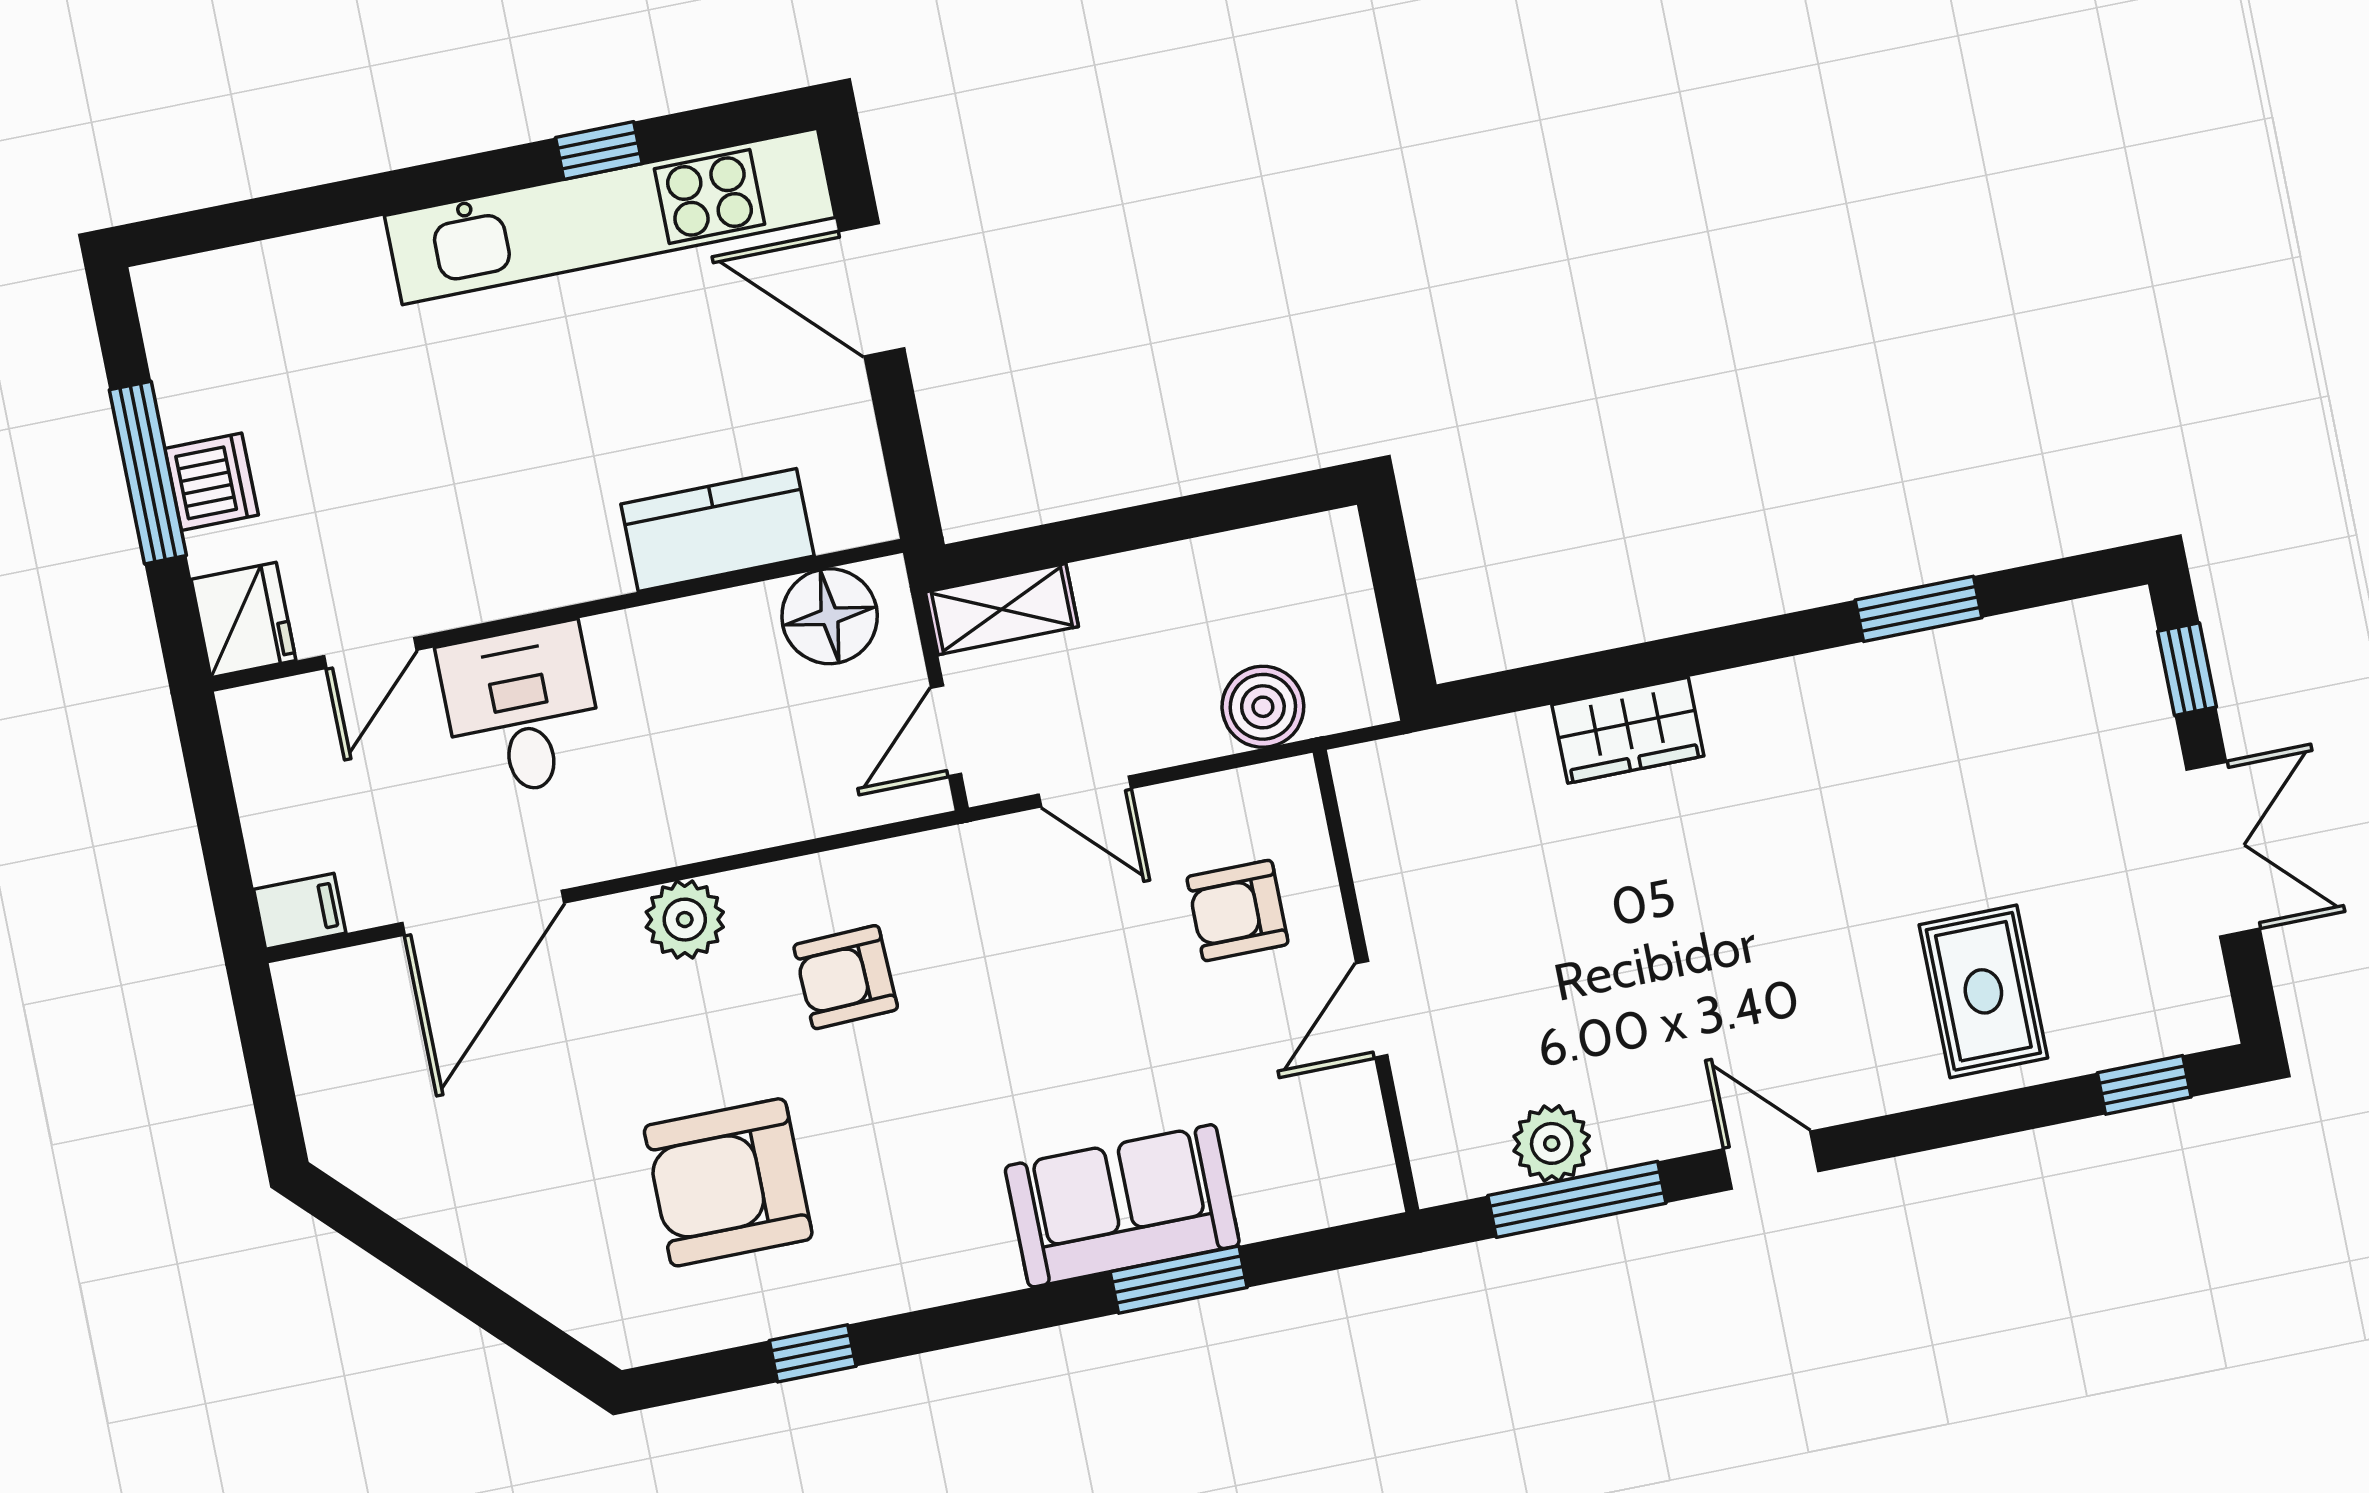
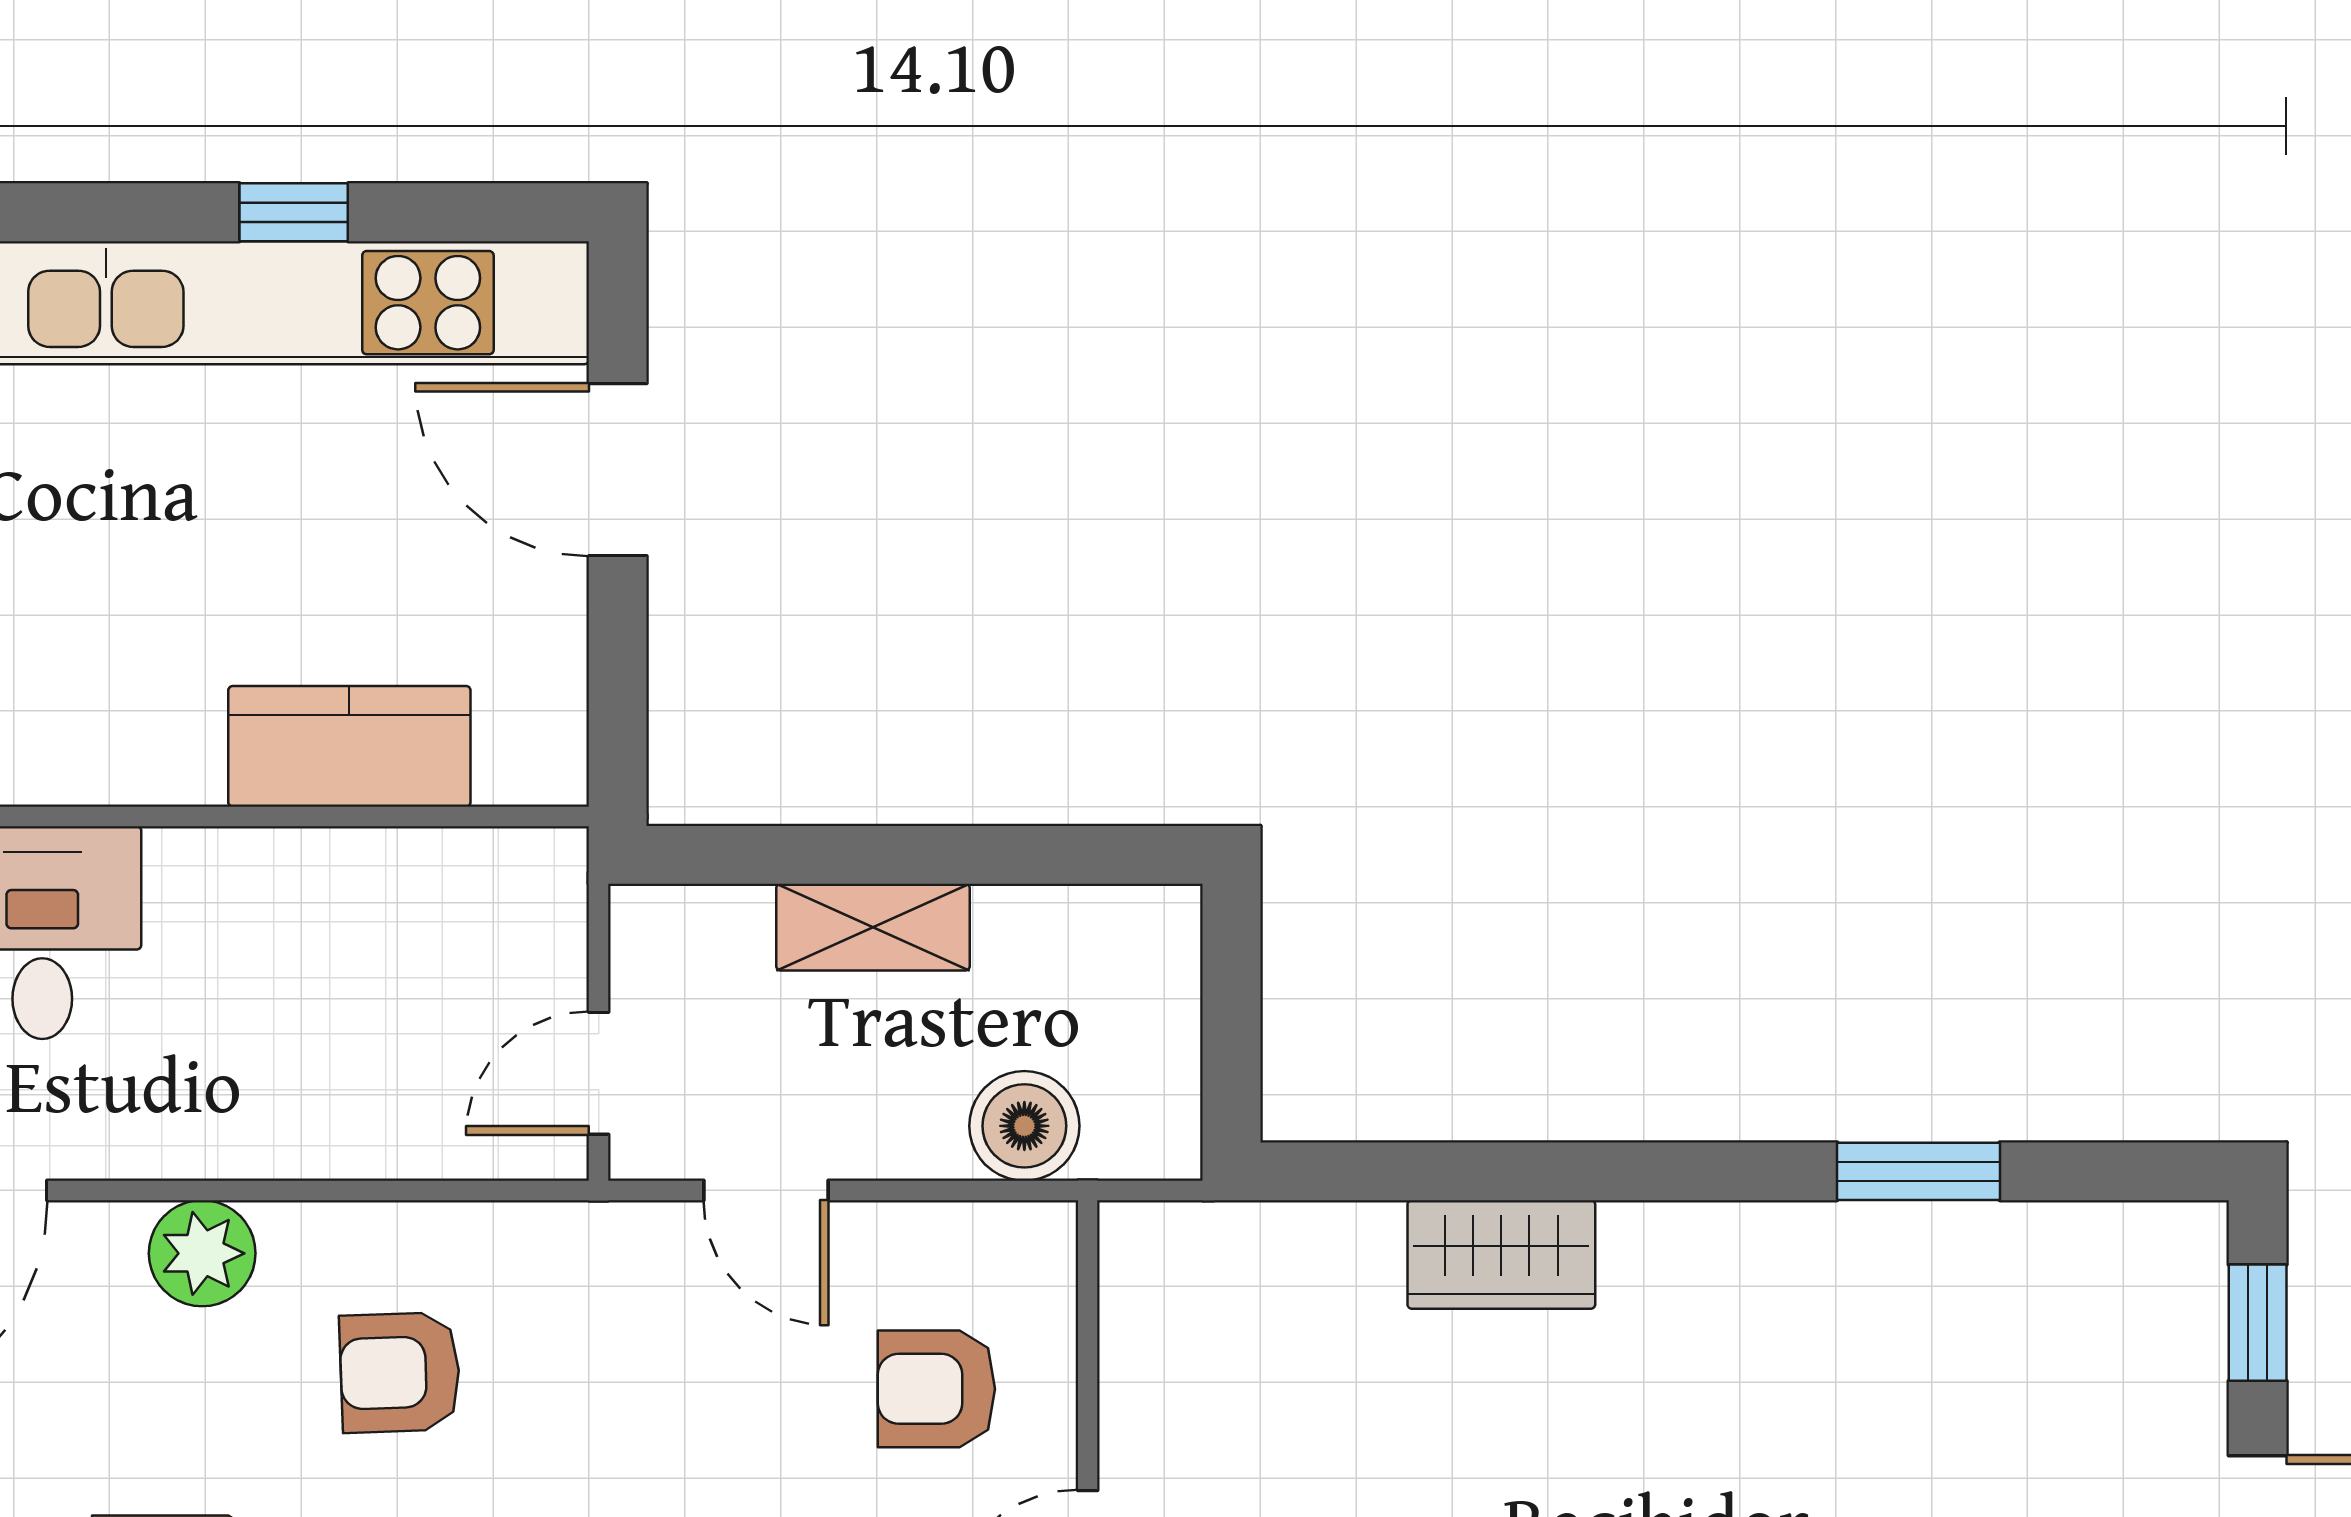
shelving: (1002, 609) -> (873, 927), moved
floor lamp: (830, 616) -> (475, 890), removed

